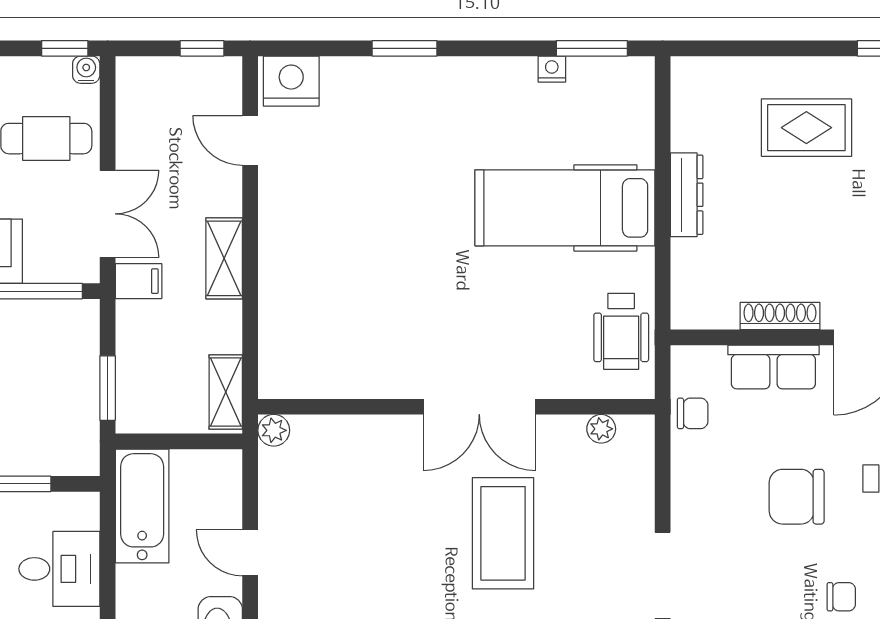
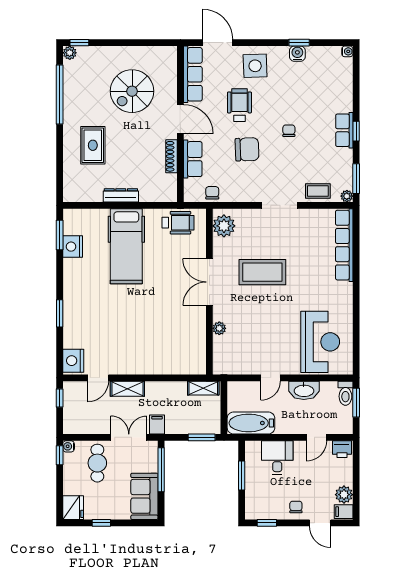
nightstand: (552, 69) -> (73, 247), width x1.89, depth x1.79
shelving: (224, 258) -> (127, 389), moved
double door: (479, 407) -> (209, 282), swing flipped
plant: (601, 429) -> (224, 226), width x1.88, depth x1.88
plant: (274, 430) -> (219, 328), moved
chair: (797, 497) -> (247, 149), turned -92

